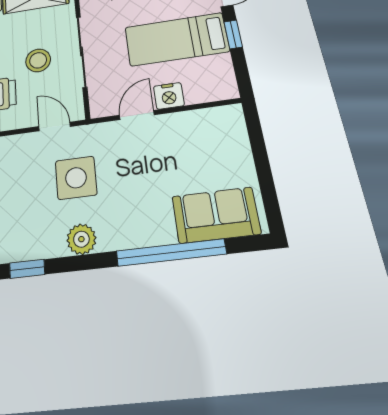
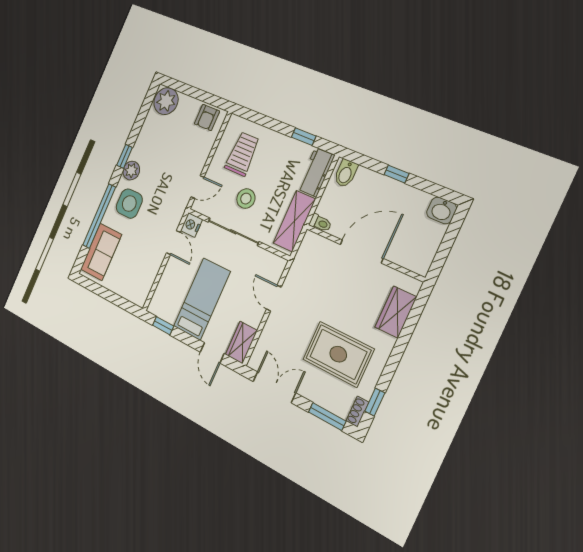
window: (233, 34) -> (163, 326), moved
nightstand: (169, 96) -> (191, 225), moved
side table: (76, 178) -> (129, 204), moved
window: (27, 269) -> (125, 156), moved

